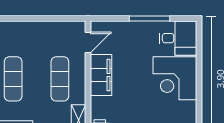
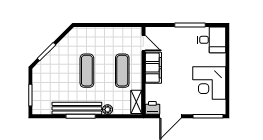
door: (88, 43) -> (143, 43), hinge flipped
corner desk: (175, 78) -> (209, 83), moved

